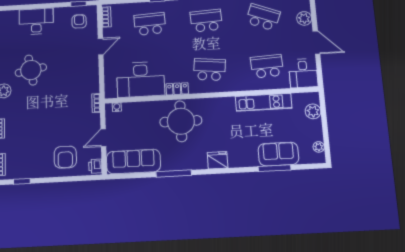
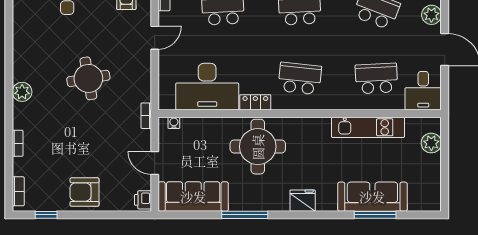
round table: (31, 70) -> (88, 78), moved
door: (103, 138) -> (155, 163), hinge flipped
plant: (319, 147) -> (434, 190), removed
sofa: (278, 154) -> (372, 197), width x1.36
armchair: (65, 157) -> (85, 192), moved, turned 90

